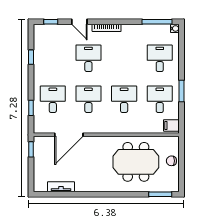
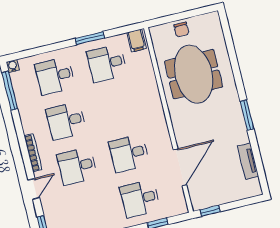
desk: (124, 99) -> (66, 121), moved
door: (69, 135) -> (180, 167), hinge flipped
window: (160, 194) -> (247, 115), moved

